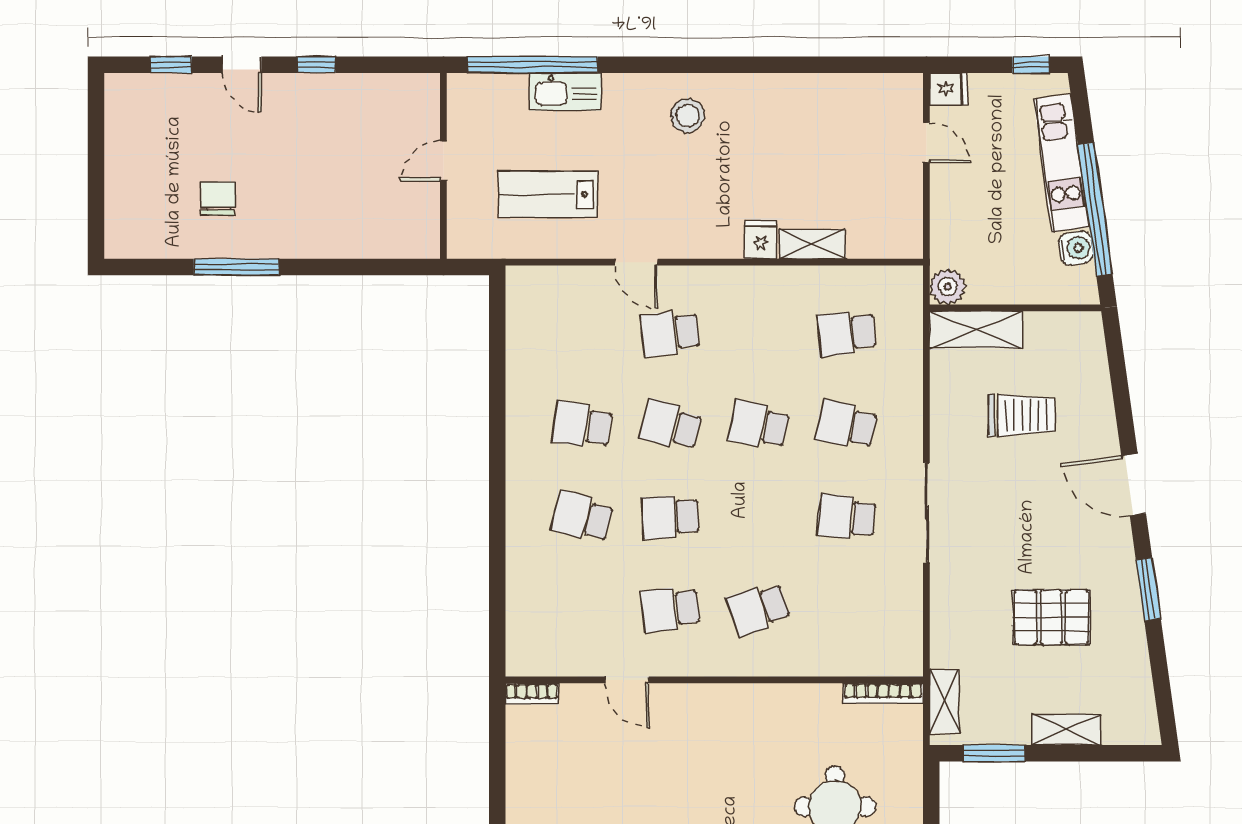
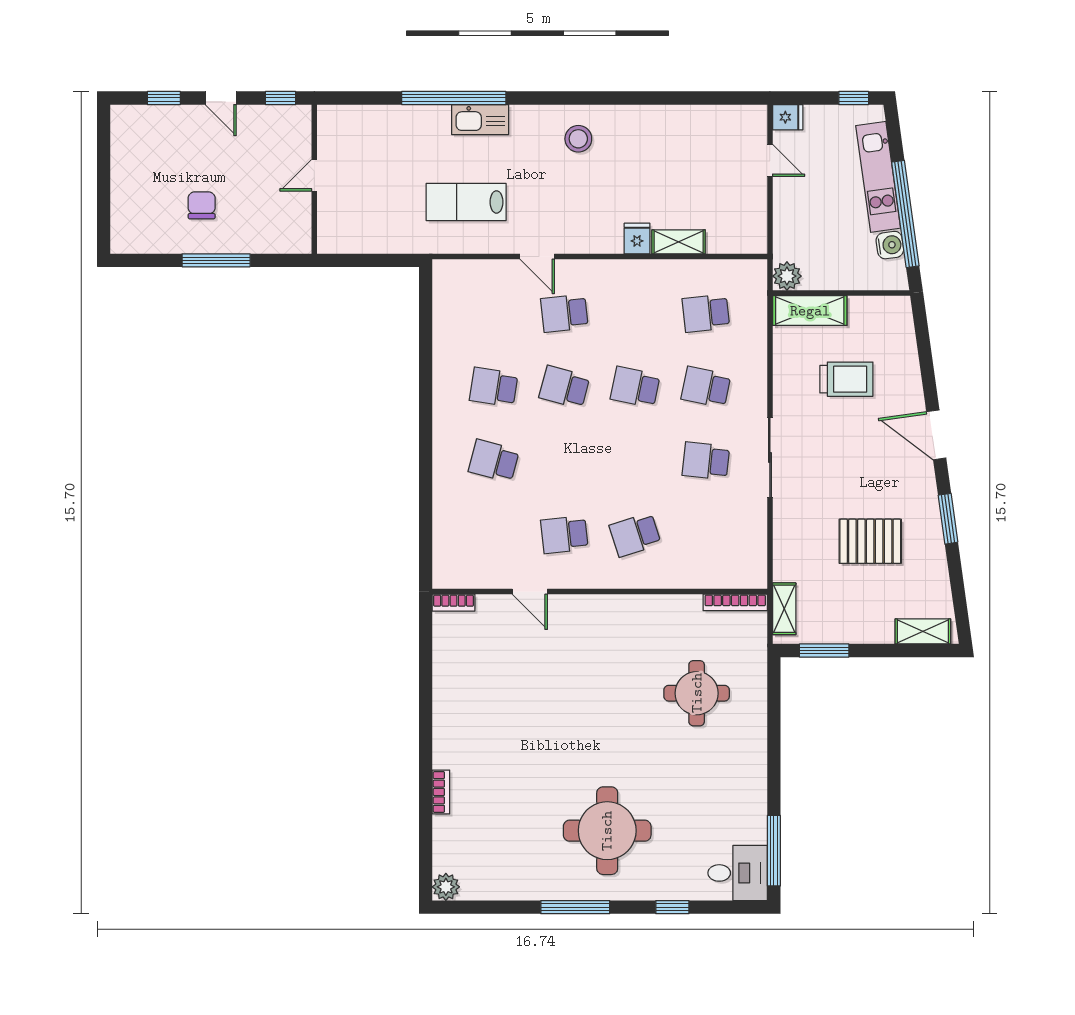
door: (443, 161) -> (314, 175), moved
wall: (443, 166) -> (314, 179), moved
school desk: (670, 517) -> (564, 461), removed
shelving: (1066, 730) -> (923, 631), moved

